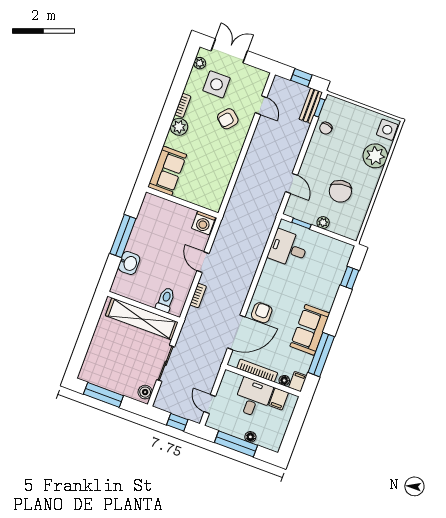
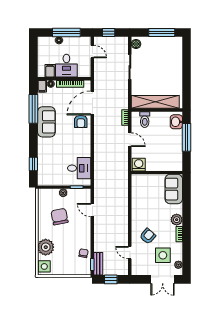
toilet: (165, 300) -> (145, 120), moved
wall: (144, 307) -> (157, 110), moved
shelving: (142, 319) -> (155, 102), moved

